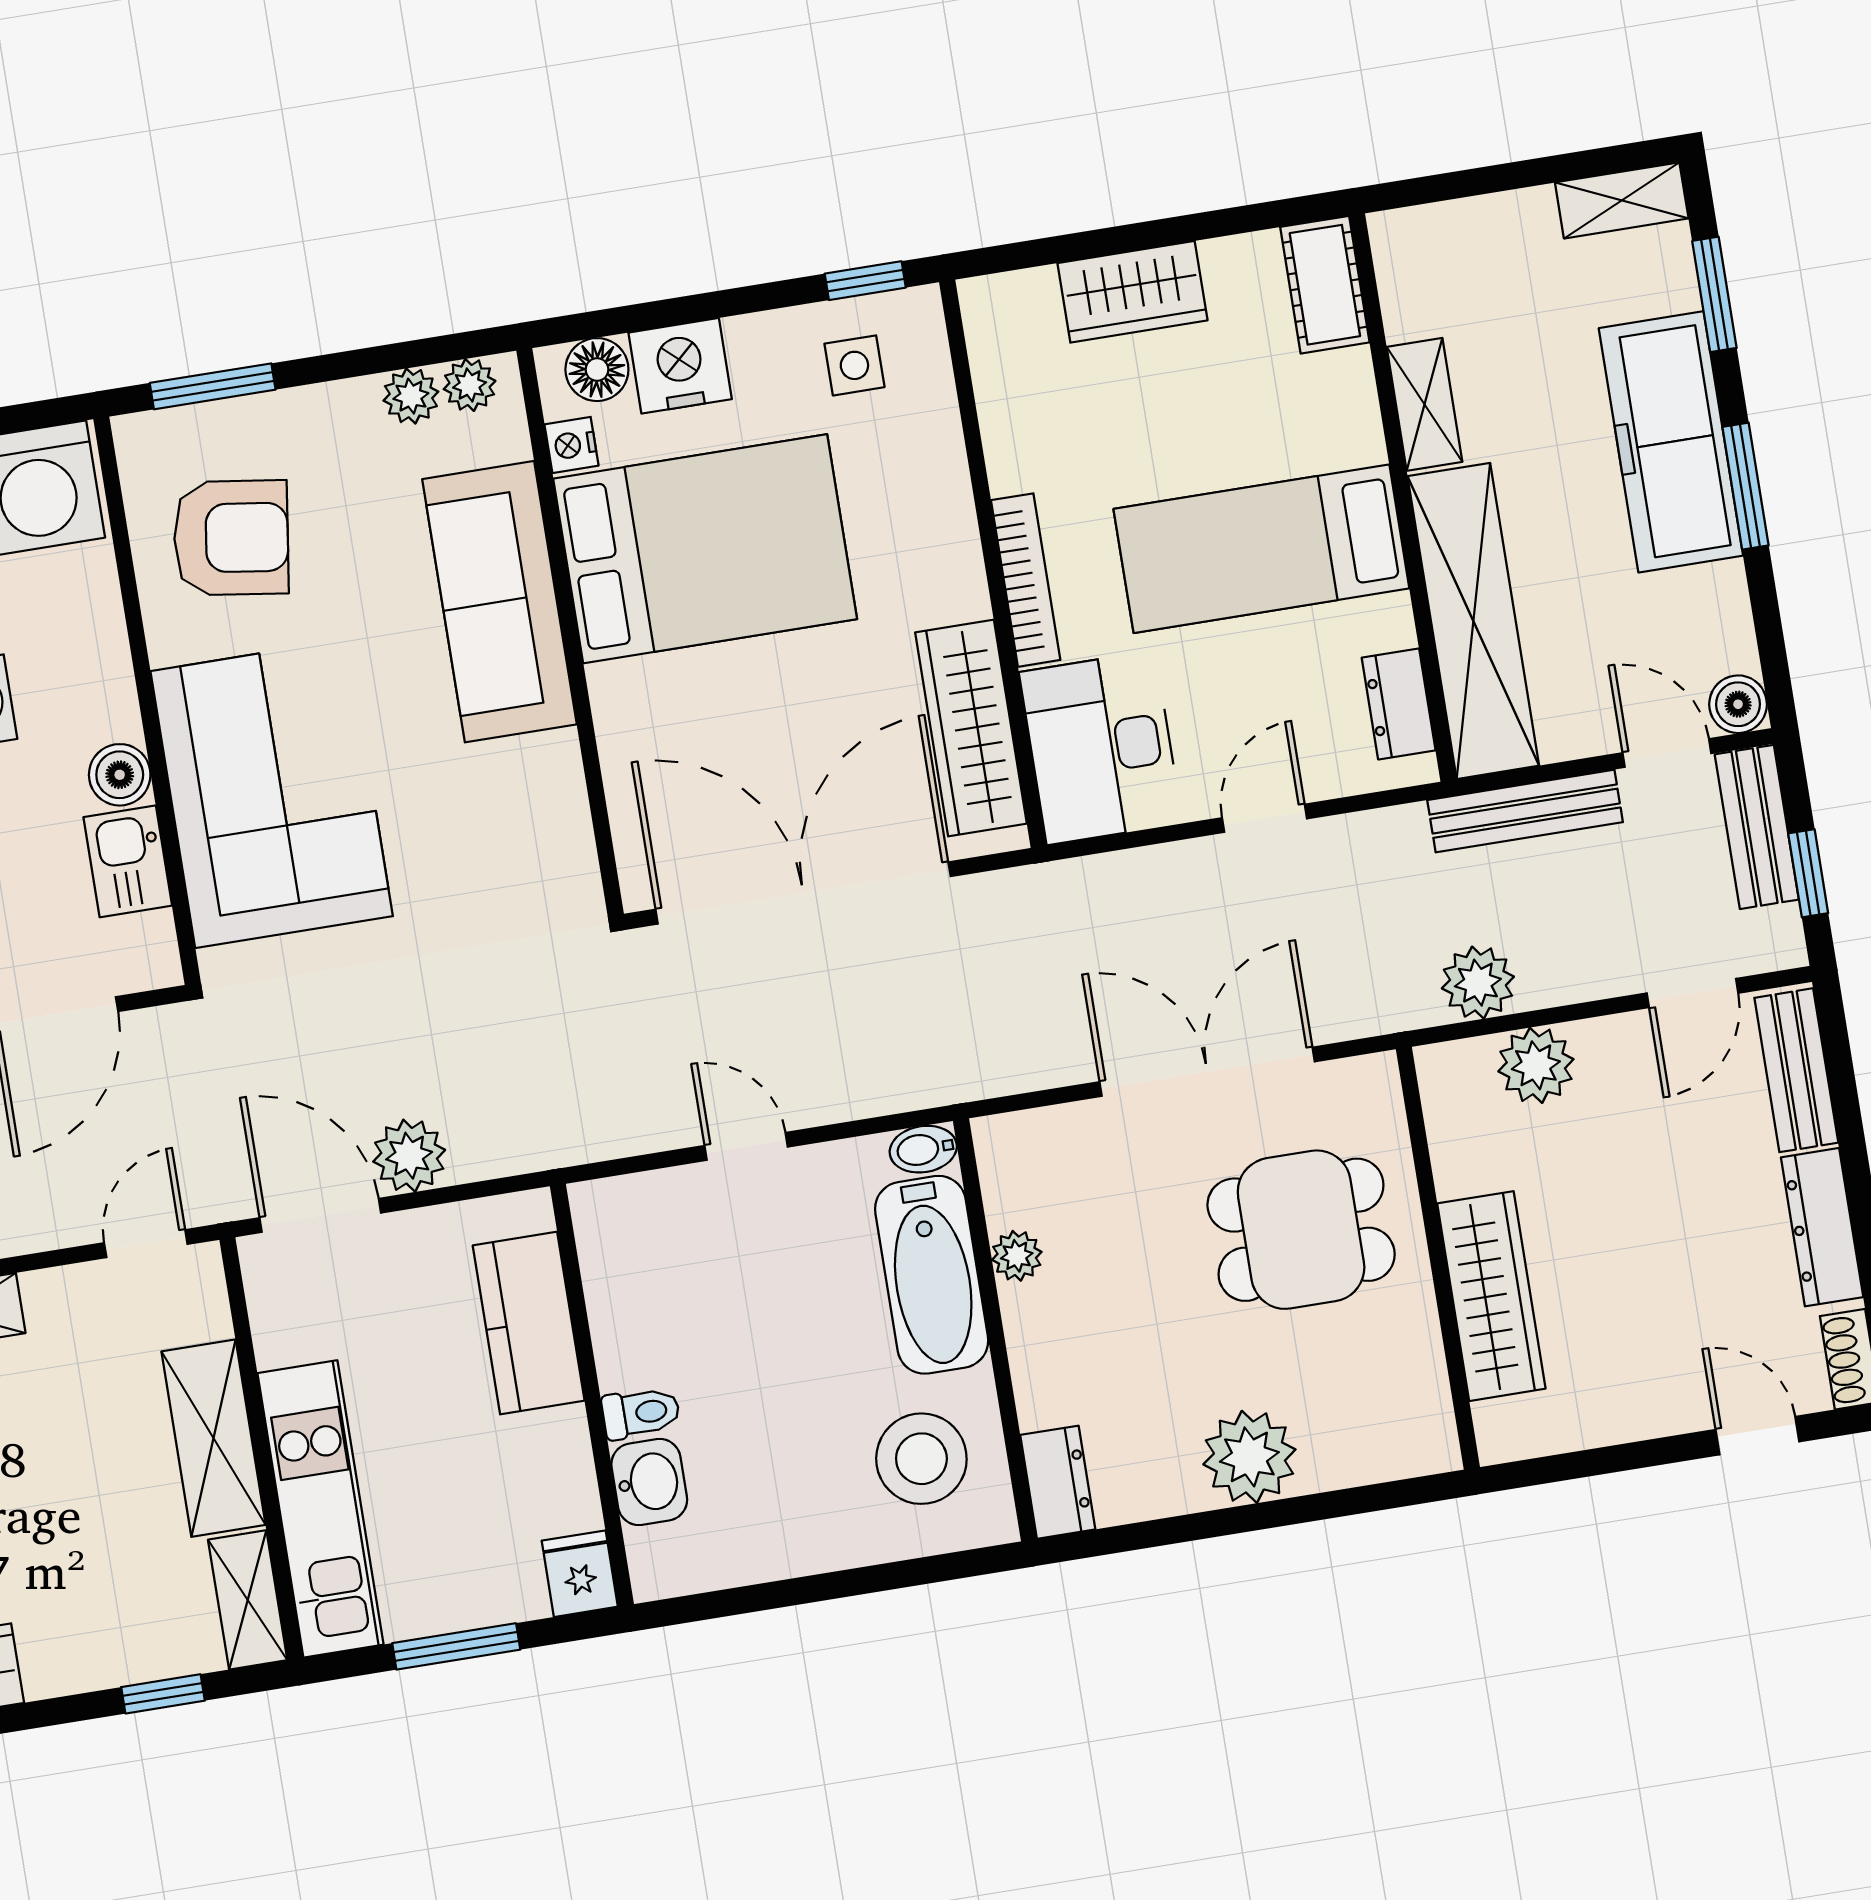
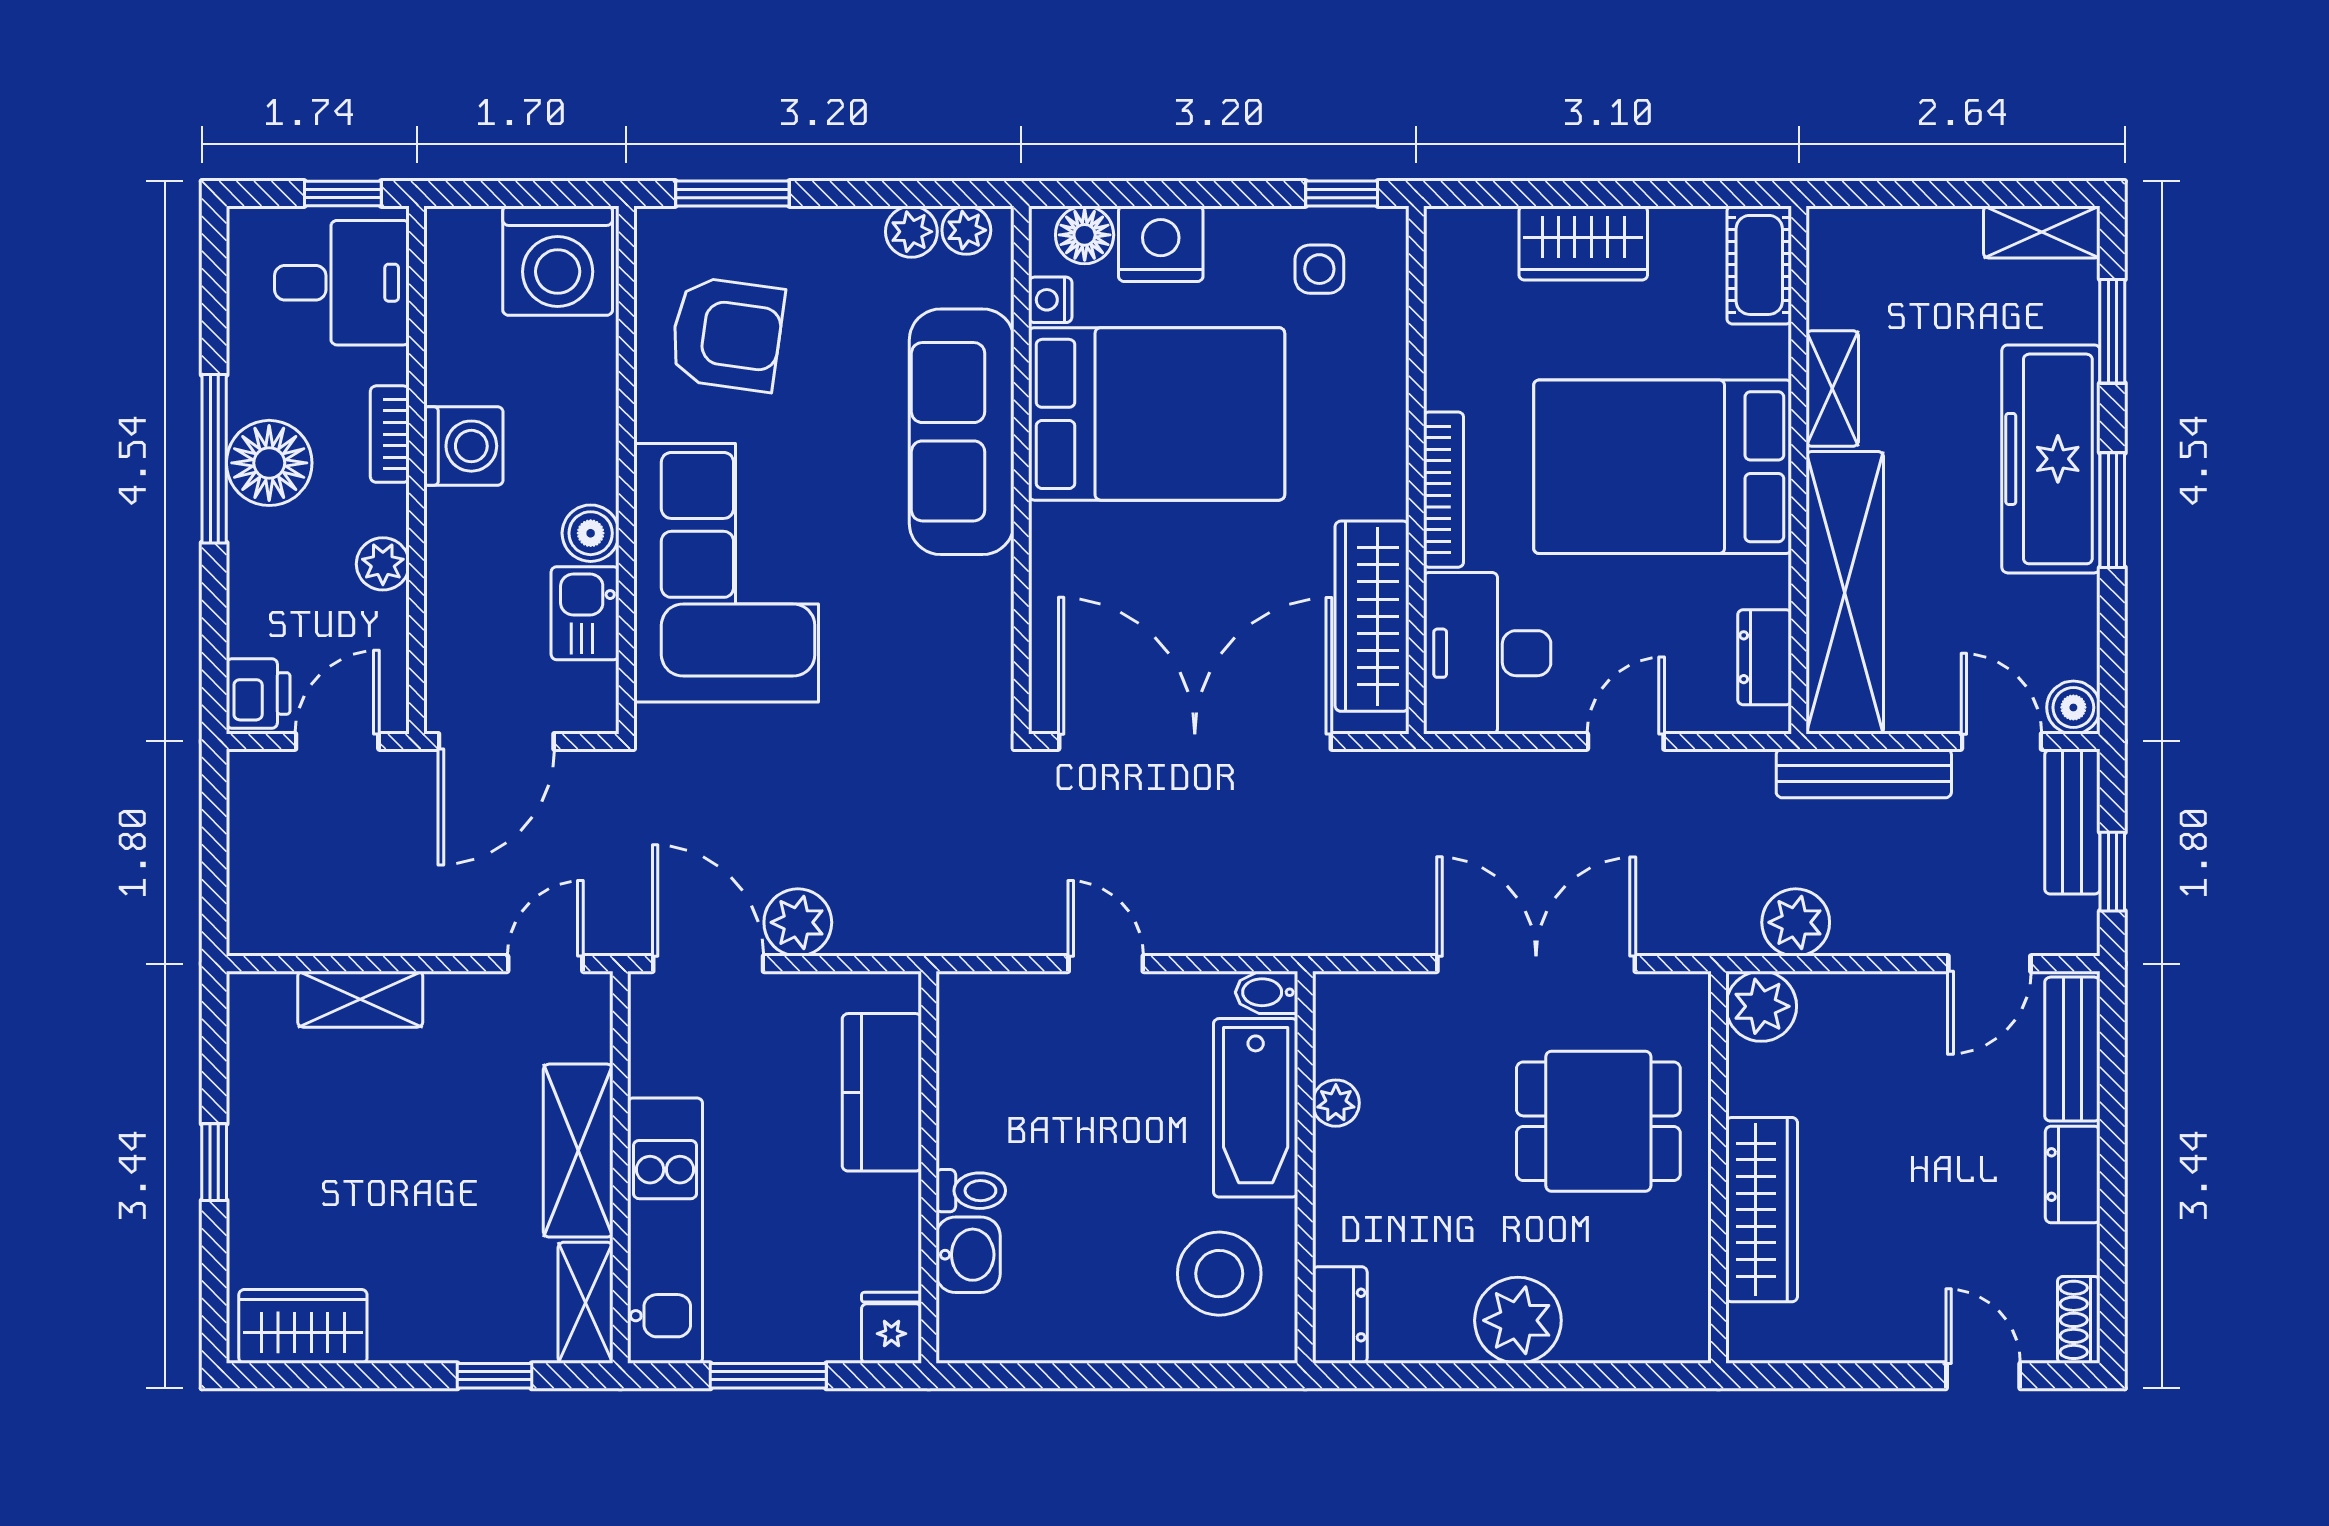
bed: (1261, 549) -> (1663, 467), width x1.50
plant: (1536, 1065) -> (1761, 1006), moved
dresser: (1822, 1227) -> (2073, 1175), width x0.70

